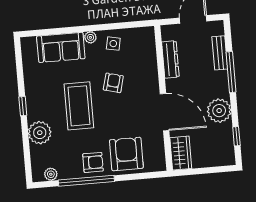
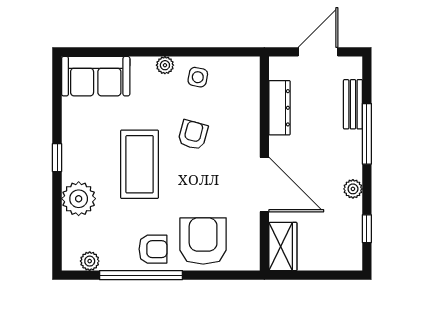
sofa: (61, 47) -> (96, 76), moved
plant: (219, 111) -> (353, 189), width x0.53, depth x0.53

